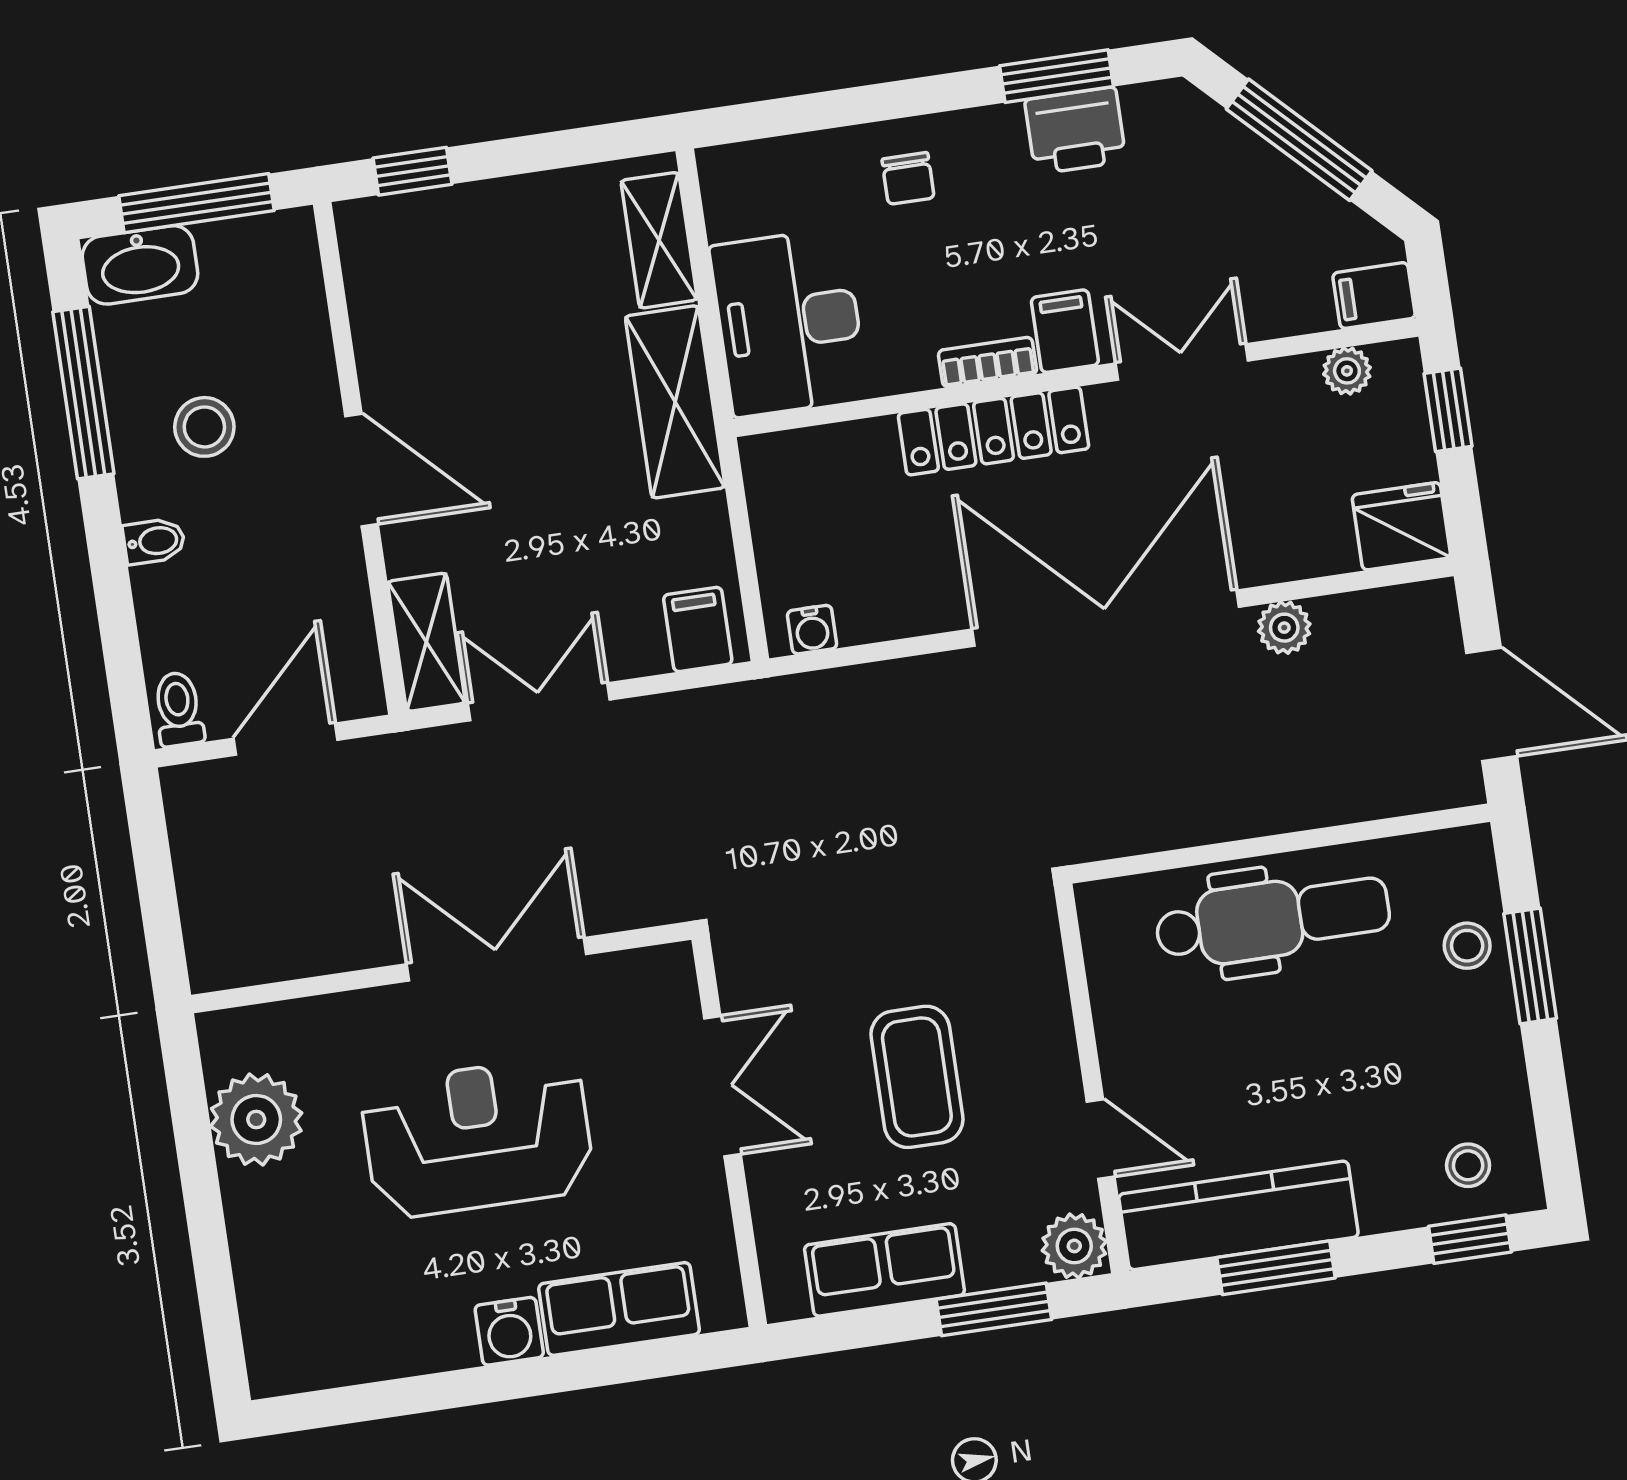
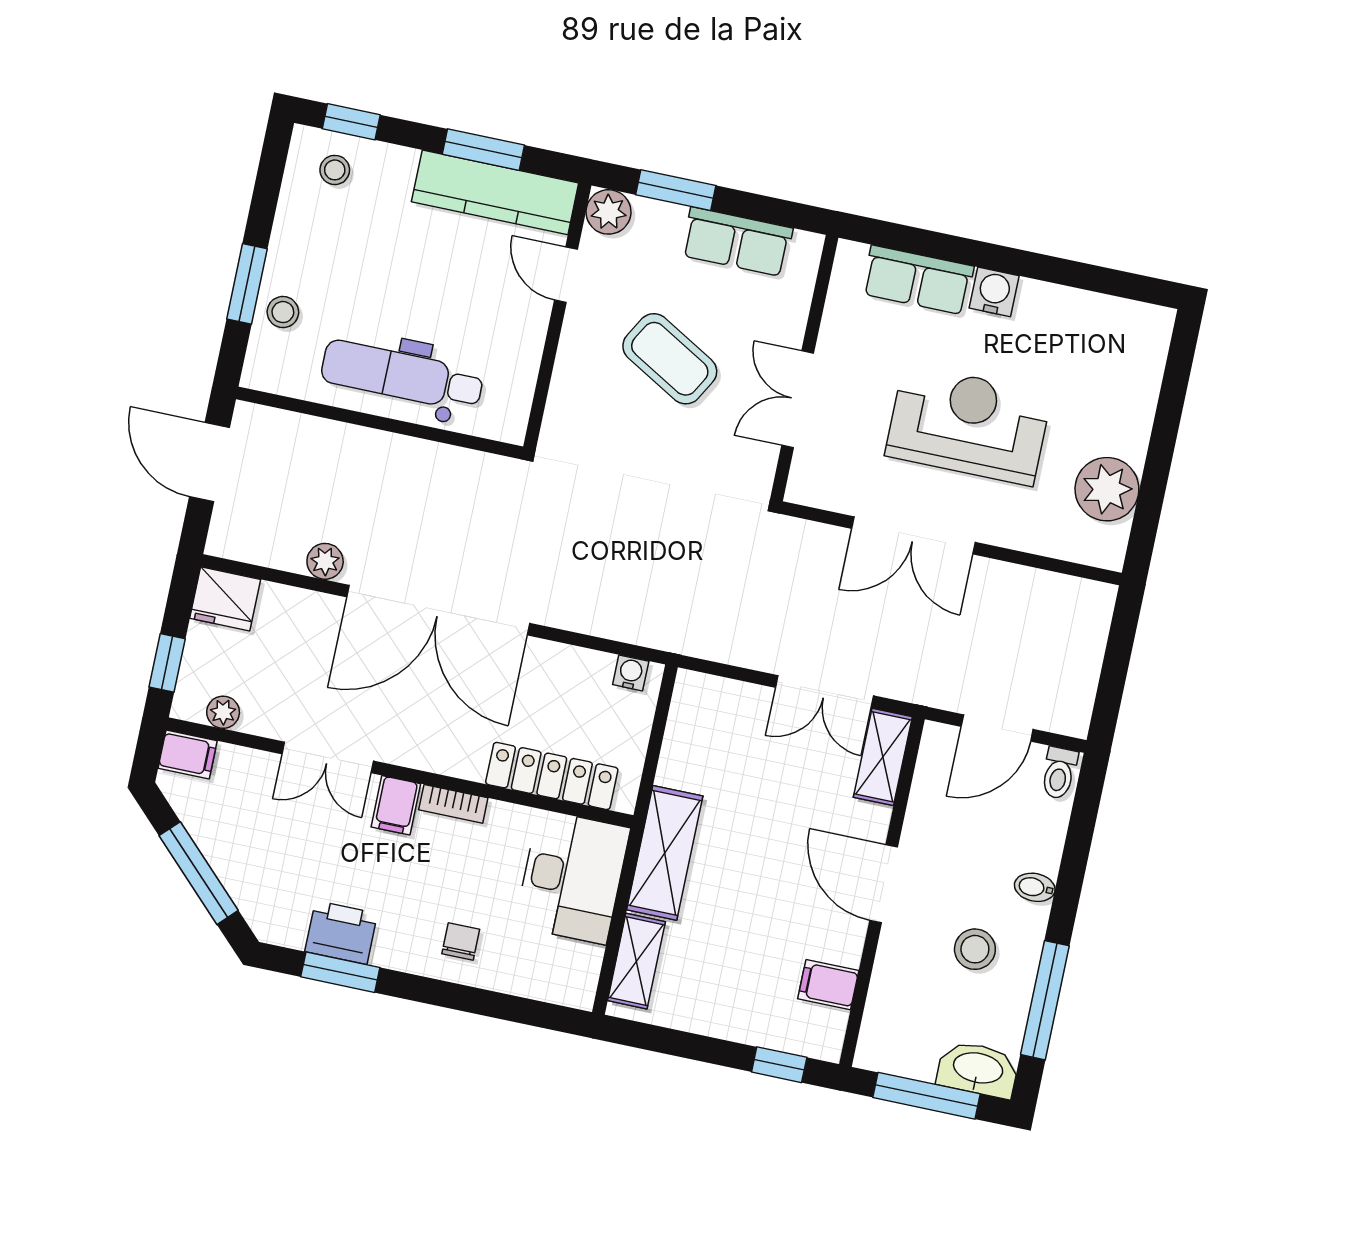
locker: (994, 431) -> (552, 776), moved
filing cabinet: (698, 629) -> (828, 985), moved, turned 90
coffee table: (917, 1077) -> (670, 359), turned -60
reception desk: (477, 1138) -> (968, 425), turned 180

